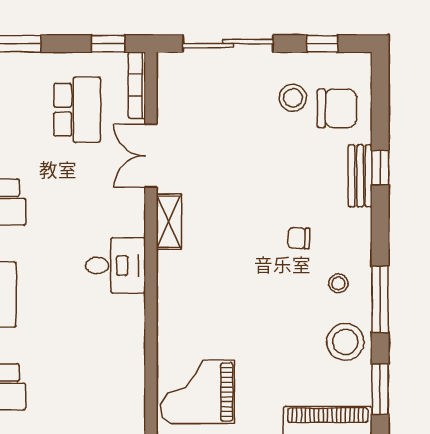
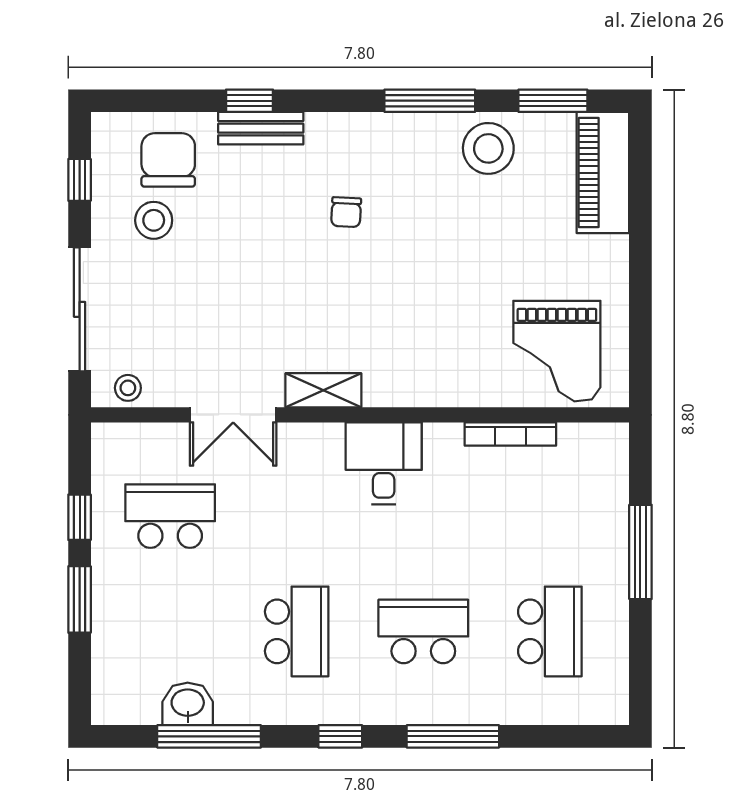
window: (108, 44) -> (80, 517), moved
bookcase: (137, 85) -> (510, 434), moved
stool: (338, 283) -> (128, 388), moved

